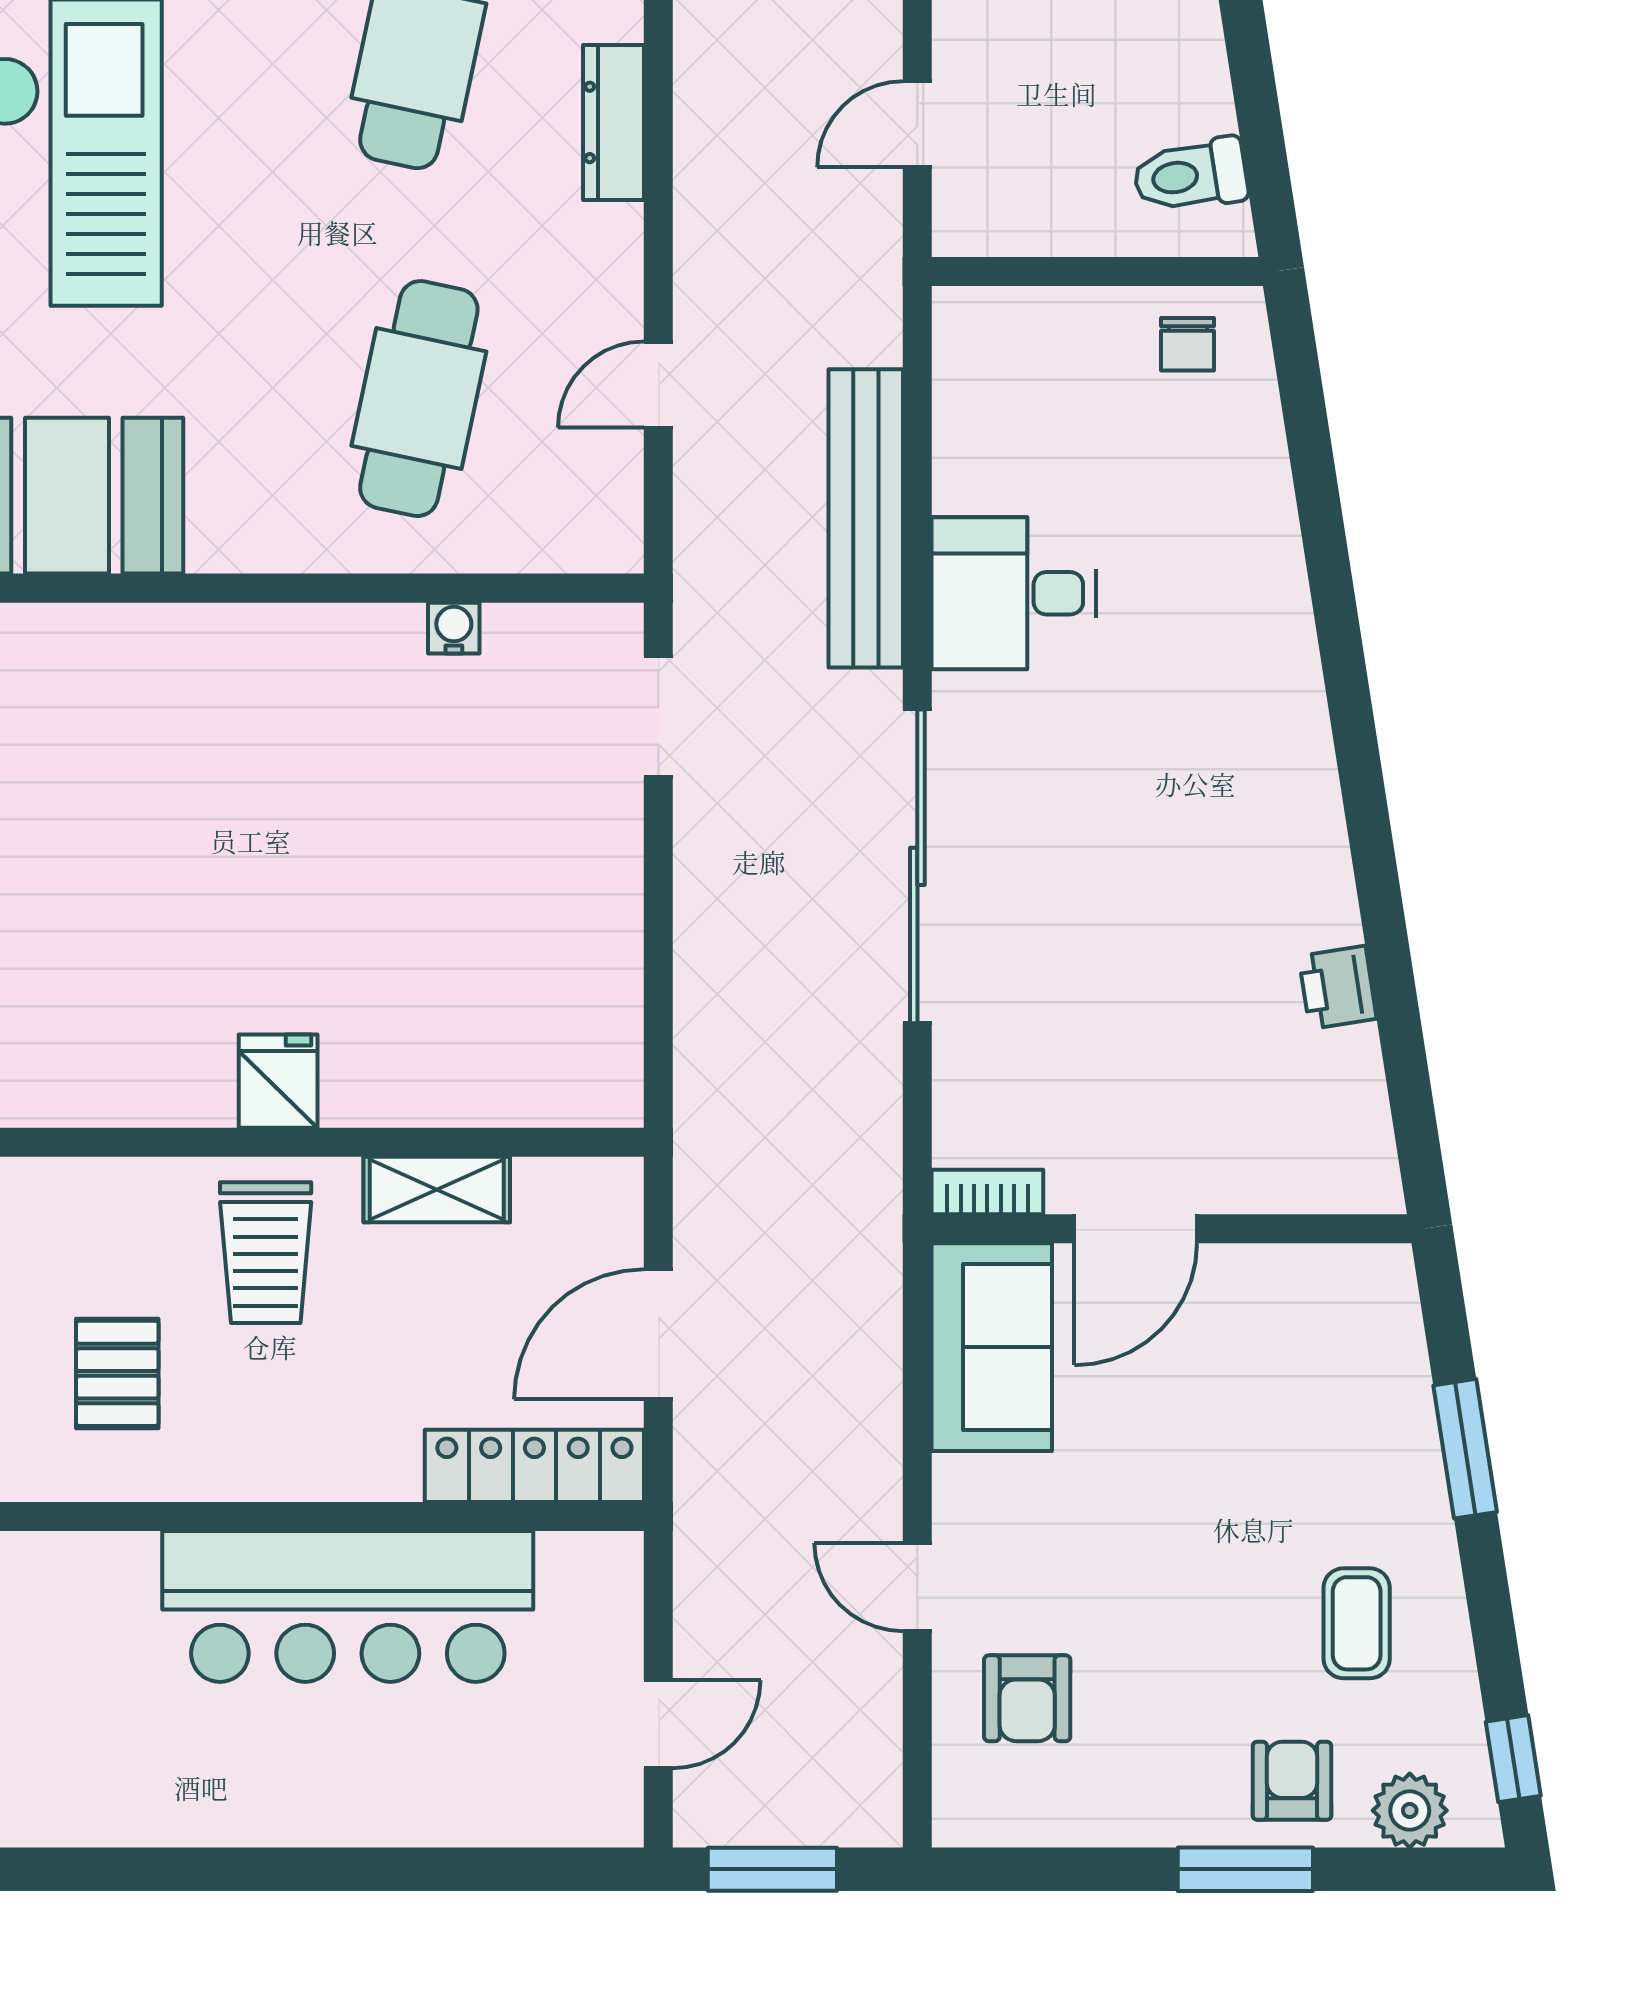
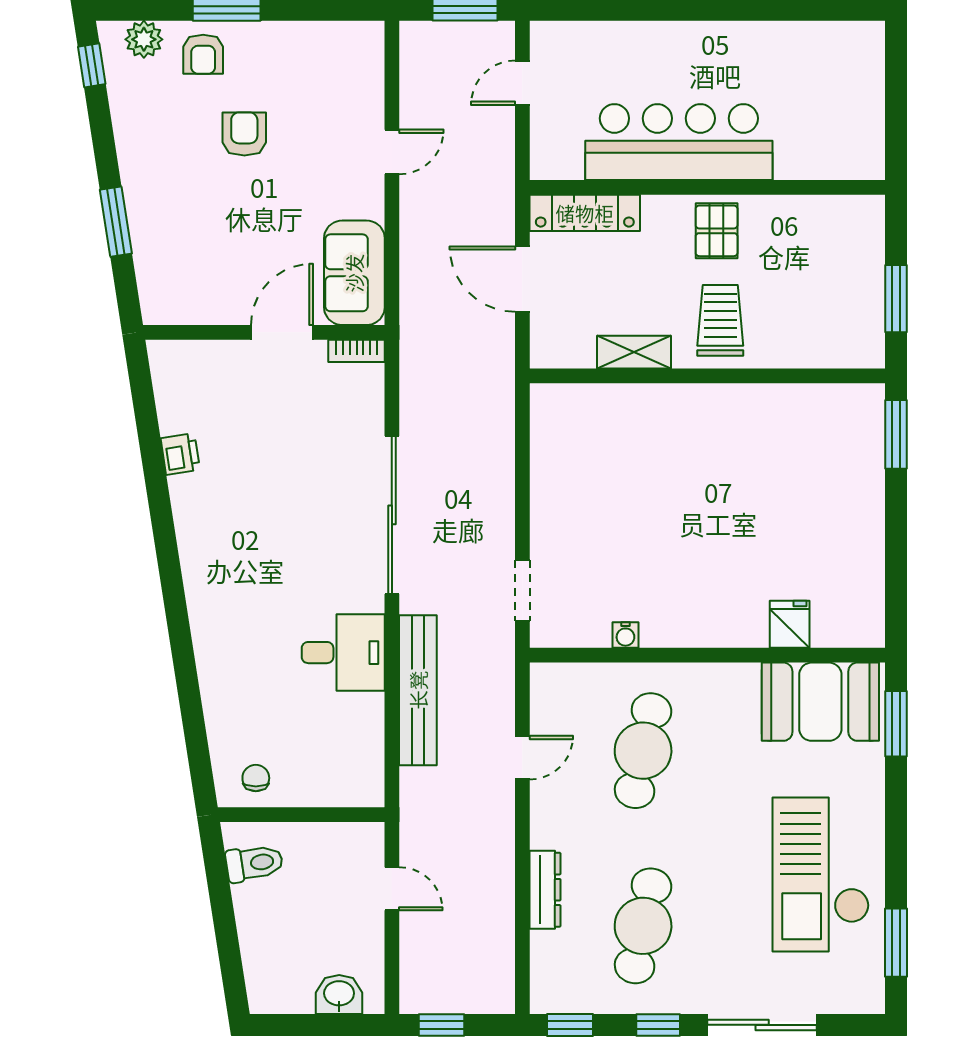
door: (917, 124) -> (392, 889), hinge flipped
fridge: (278, 1081) -> (790, 624), moved, turned 180
door: (658, 1334) -> (522, 279), swing flipped
pallet: (117, 1373) -> (717, 231), moved
door: (917, 1587) -> (392, 152), hinge flipped
coffee table: (1357, 1623) -> (171, 134), removed
armchair: (1027, 1698) -> (244, 134), moved

